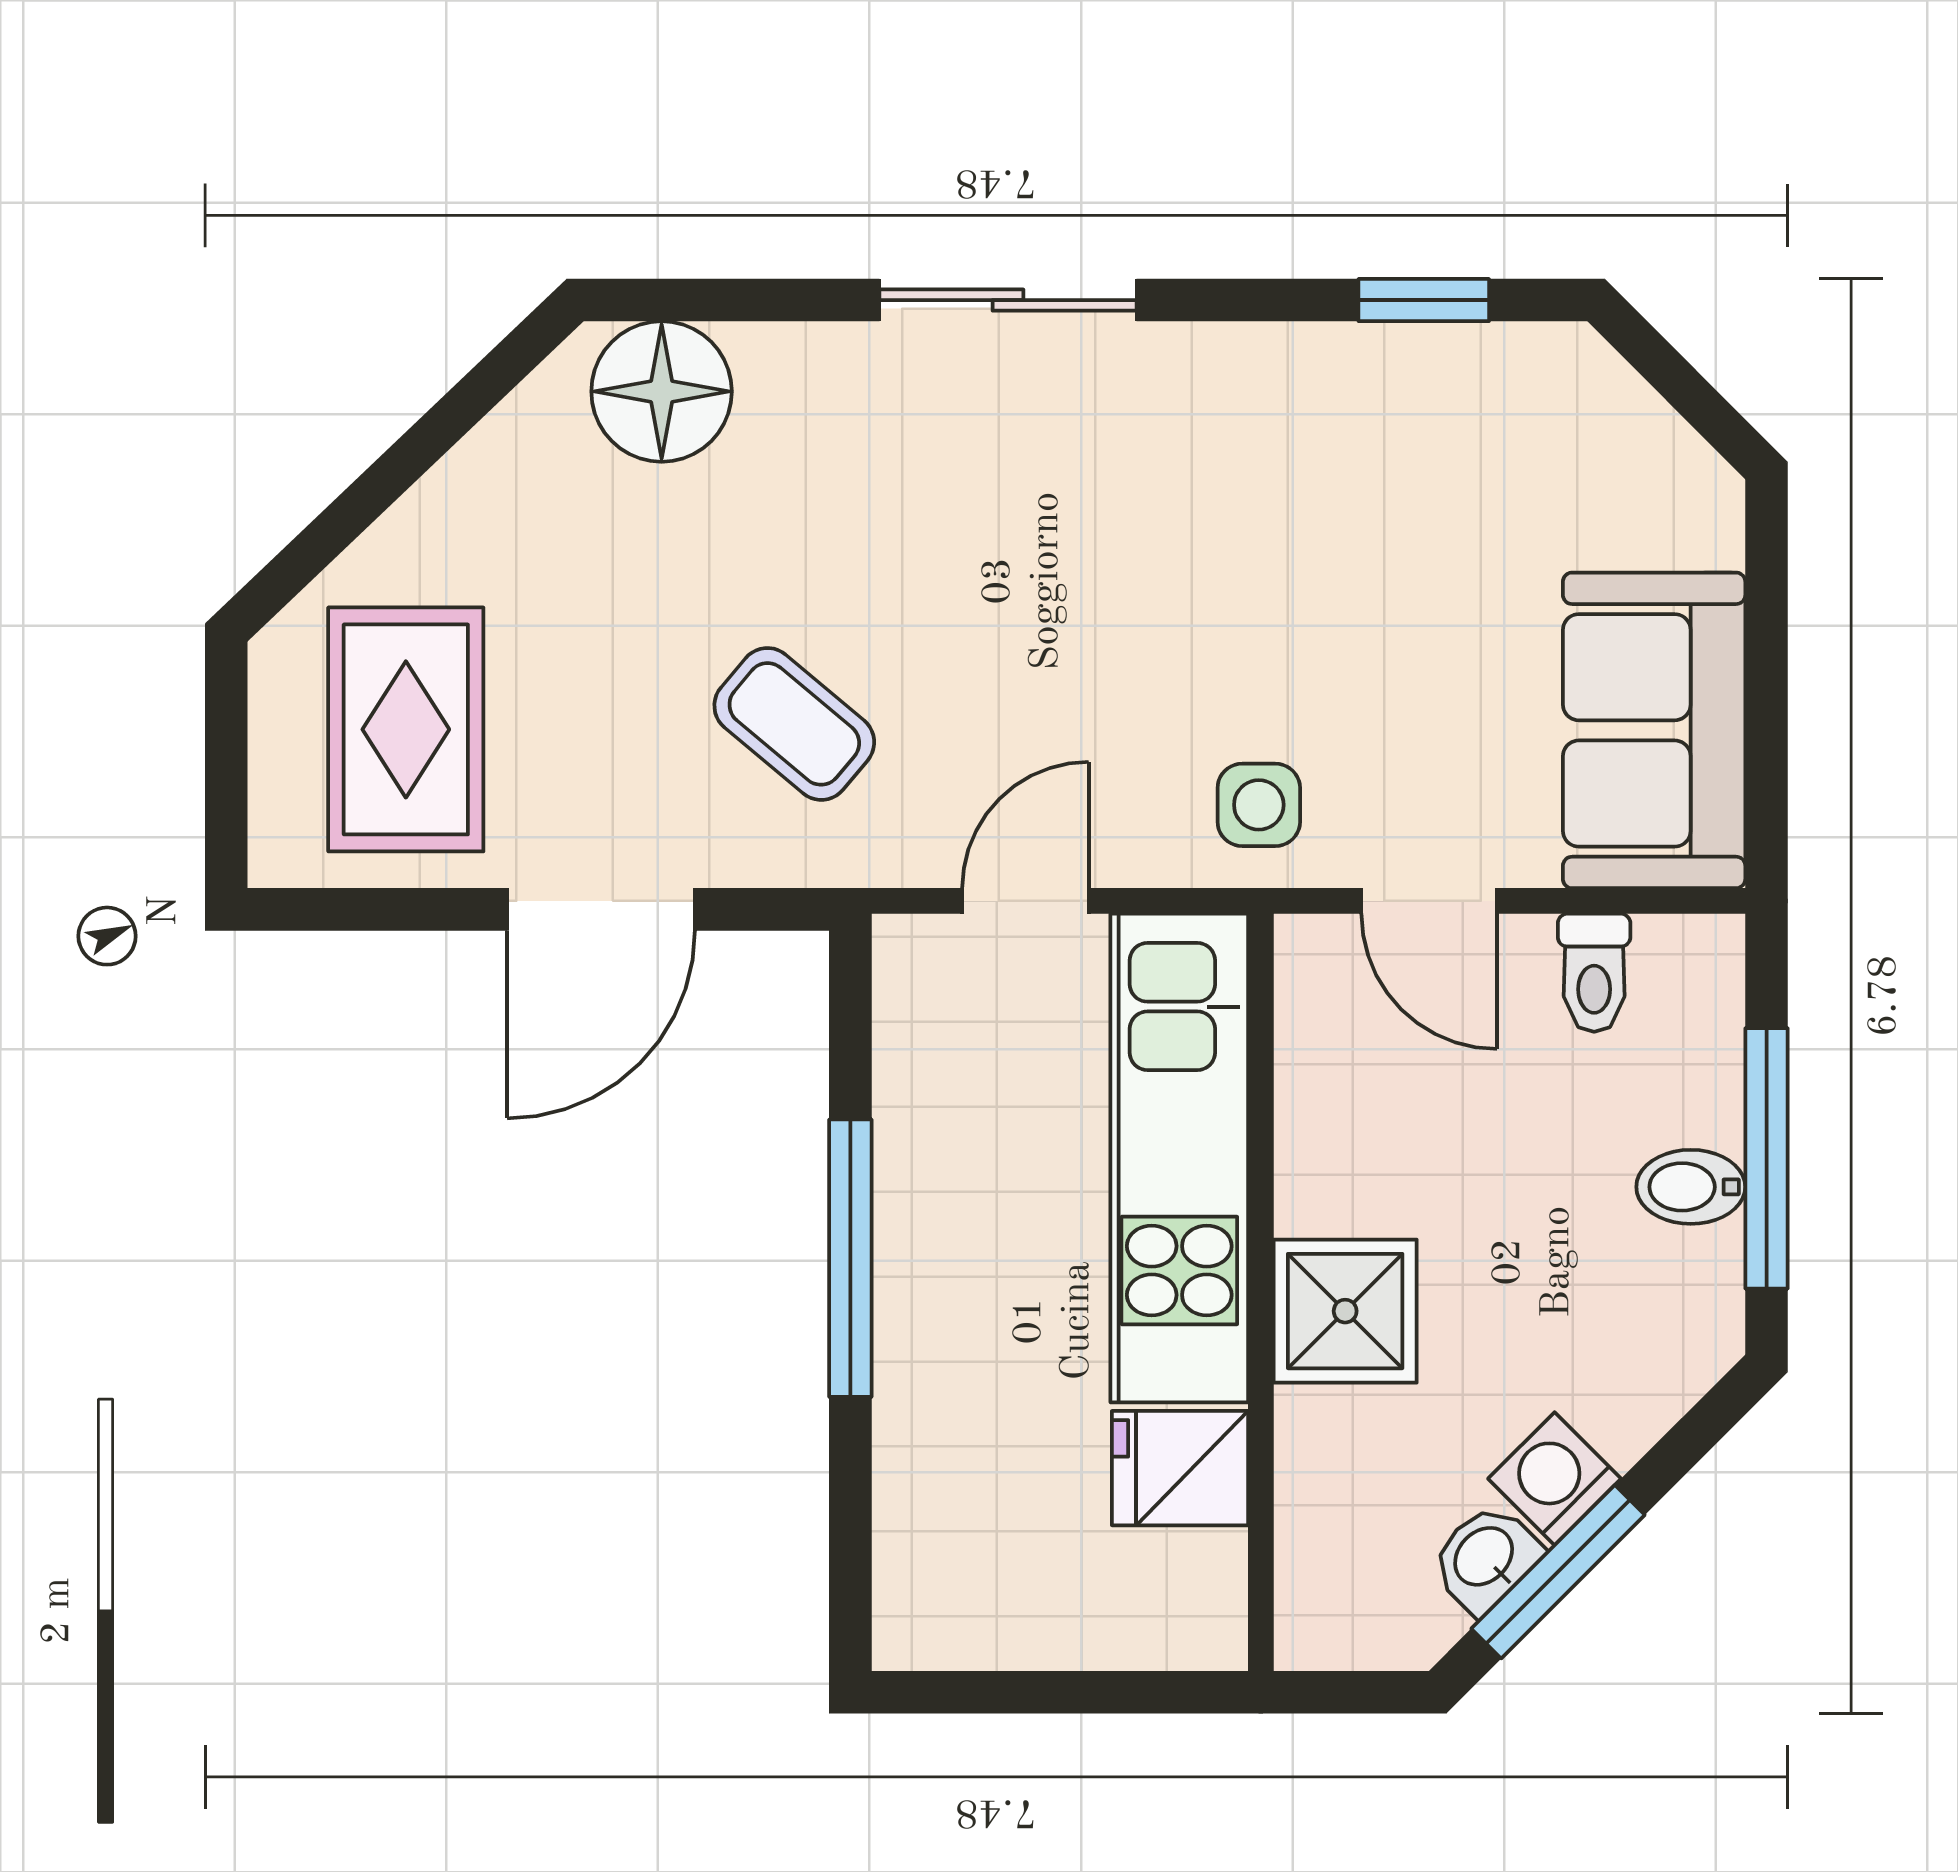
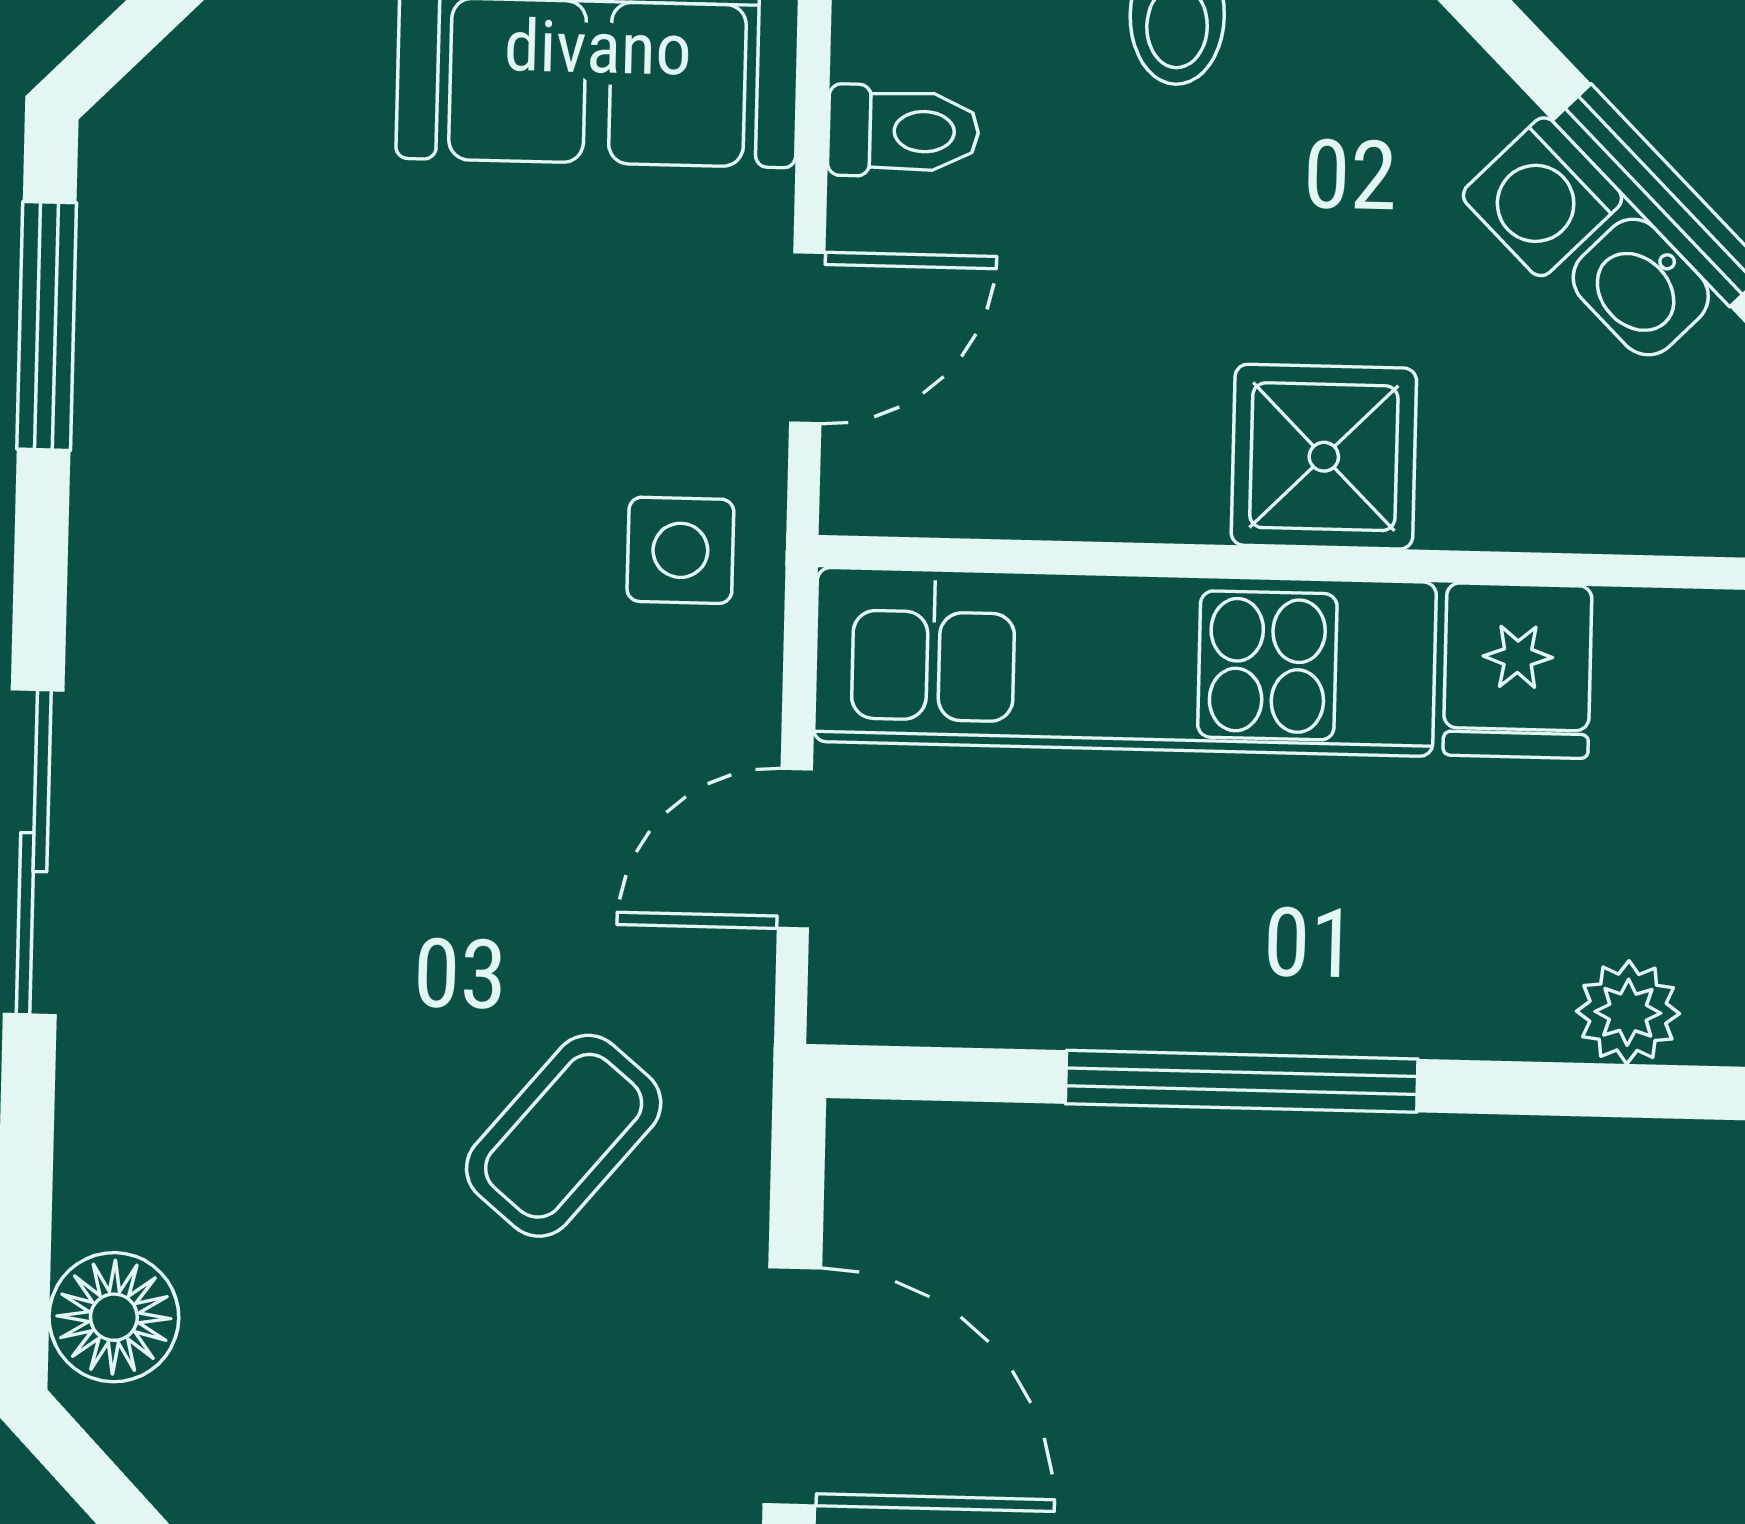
window: (1424, 300) -> (47, 326), width x1.50
floor lamp: (662, 391) -> (114, 1317), width x0.73, depth x0.73
door: (1025, 901) -> (795, 849), hinge flipped
plant: (912, 1562) -> (1628, 1012), added

